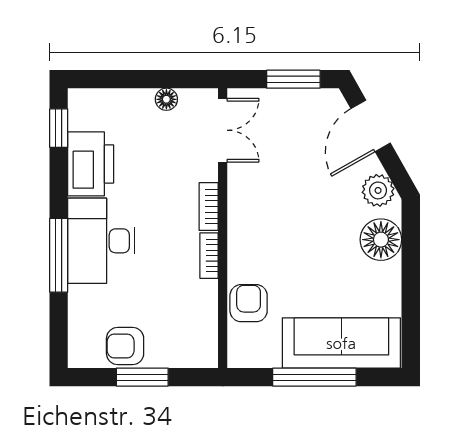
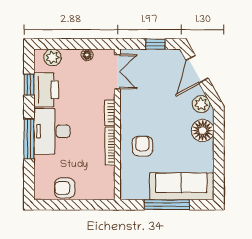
window: (293, 79) -> (155, 44), width x0.67
plant: (102, 104) -> (53, 57), added
window: (59, 128) -> (29, 85), moved
bookcase: (209, 256) -> (110, 146), width x1.56
armchair: (249, 303) -> (142, 146), moved
window: (142, 377) -> (74, 205), removed

